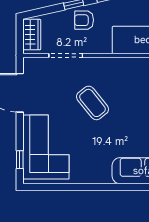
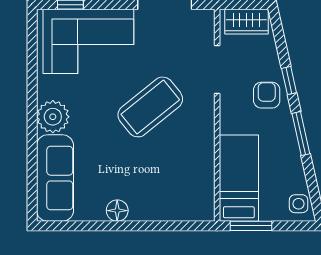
coffee table: (92, 103) -> (150, 107), width x1.36, depth x1.32
plant: (99, 172) -> (53, 117), added

